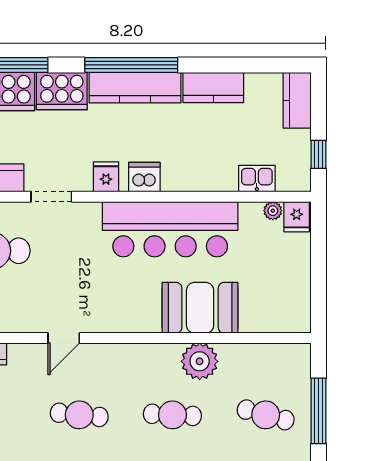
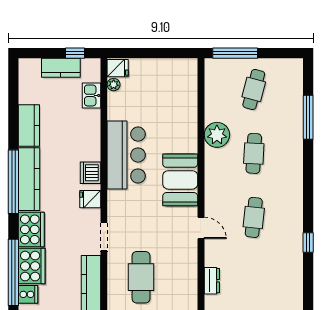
kitchen counter: (297, 100) -> (61, 68), moved
bar counter: (170, 229) -> (126, 155), width x0.73
booth: (200, 308) -> (180, 180), moved
window: (318, 411) -> (235, 53), moved

